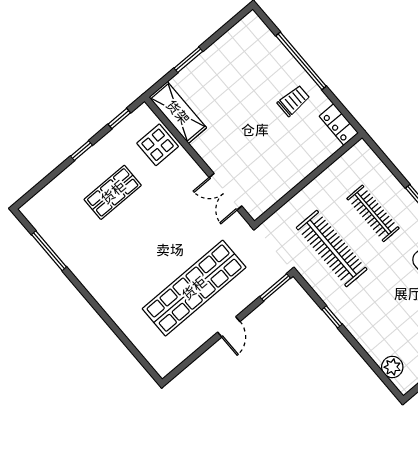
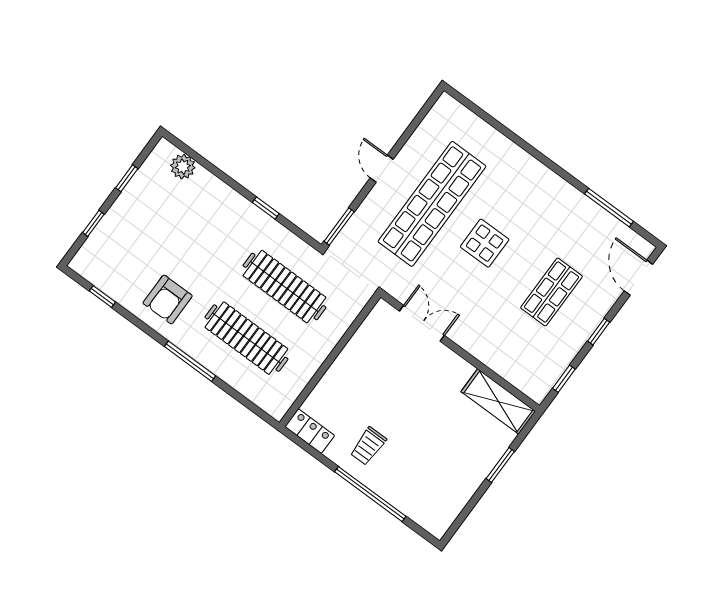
display table: (158, 145) -> (485, 243), moved
door: (38, 187) -> (638, 278), added
clothes rail: (373, 213) -> (246, 338), width x1.37, depth x1.31

